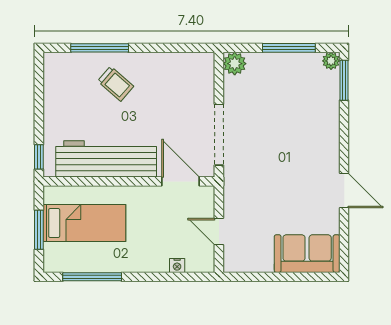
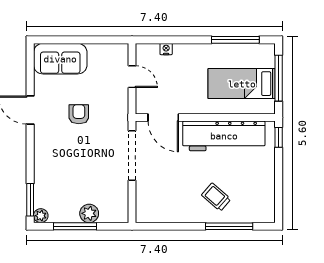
plant: (235, 64) -> (89, 213), moved
armchair: (284, 185) -> (79, 114), added
window: (39, 230) -> (279, 78), width x1.44

